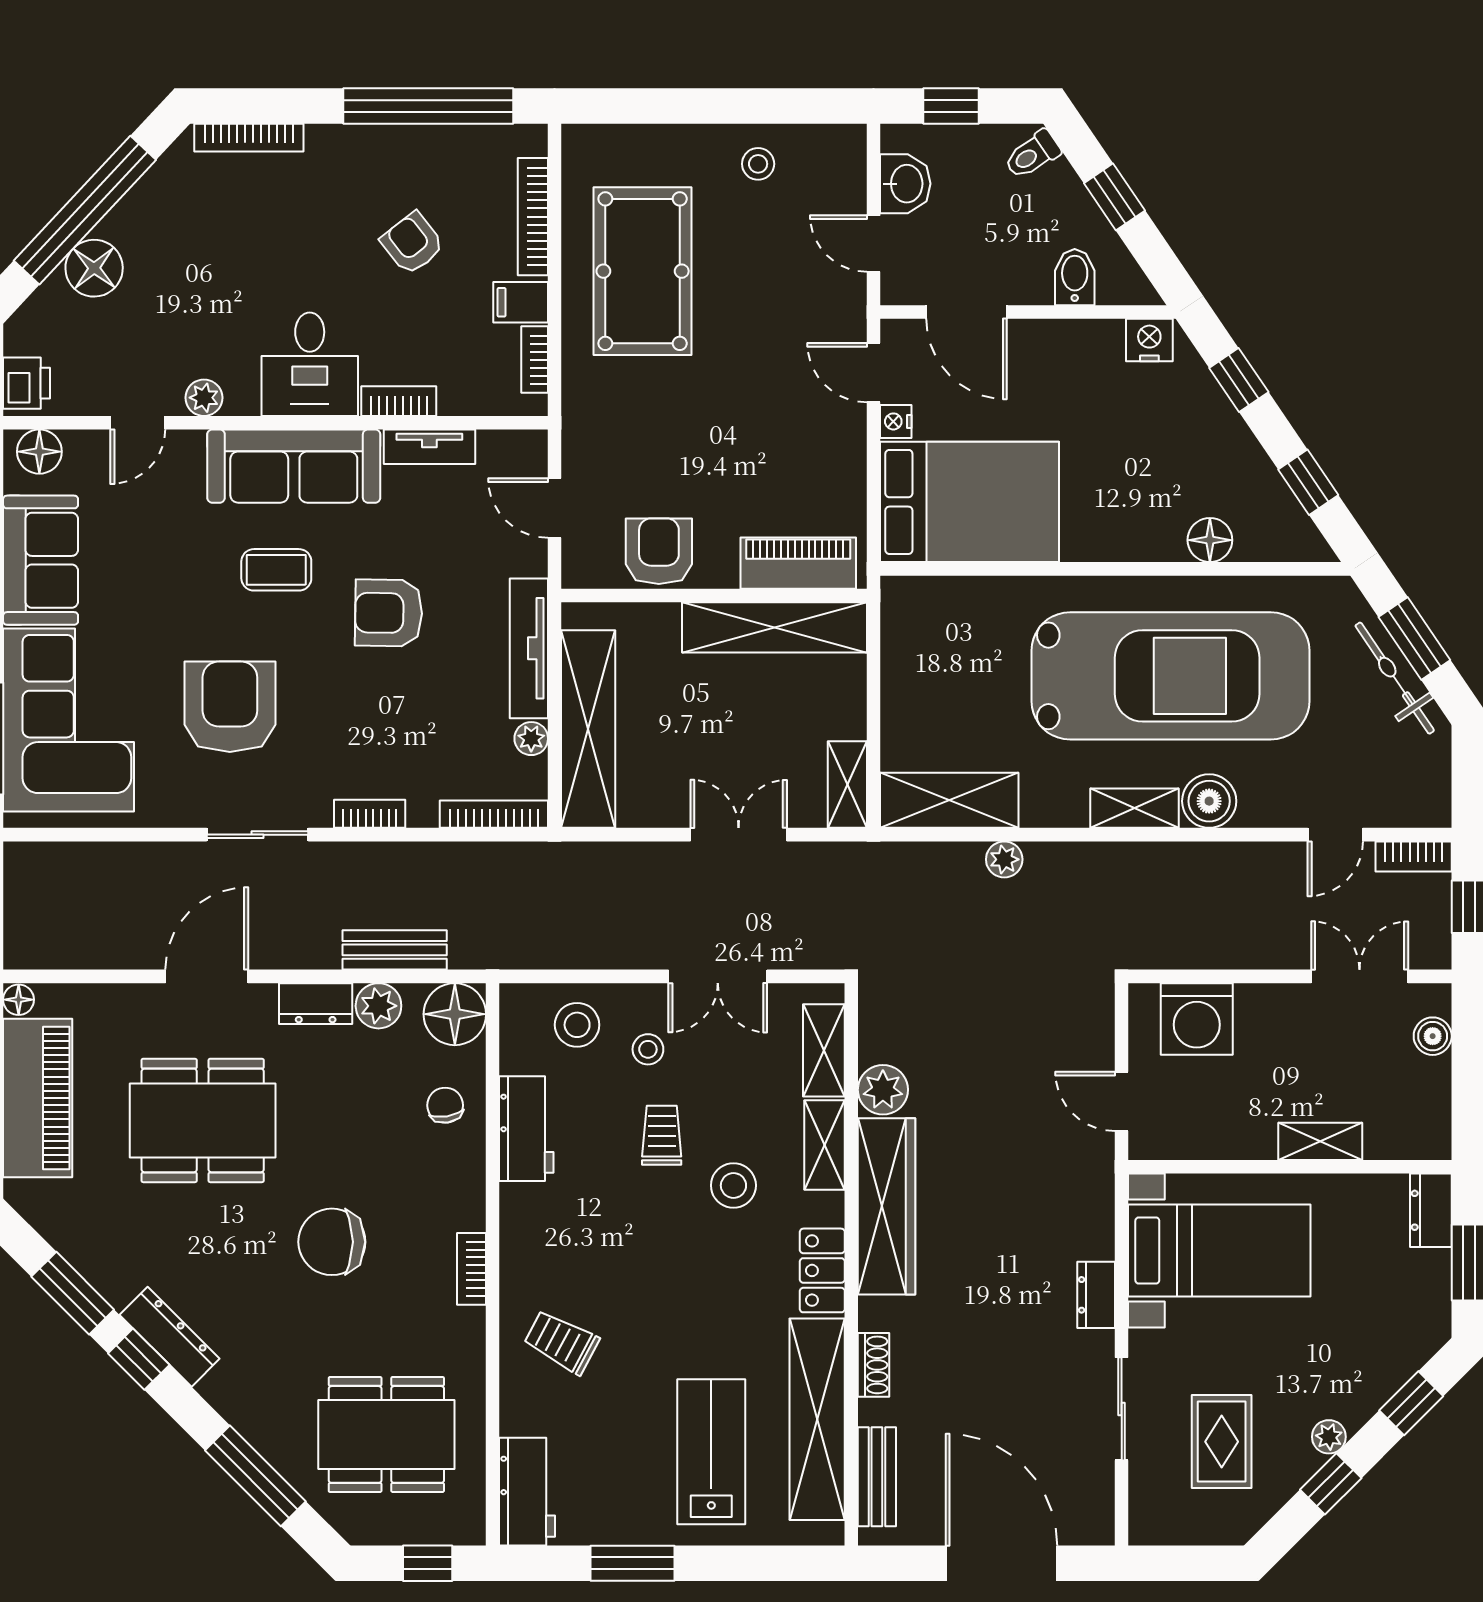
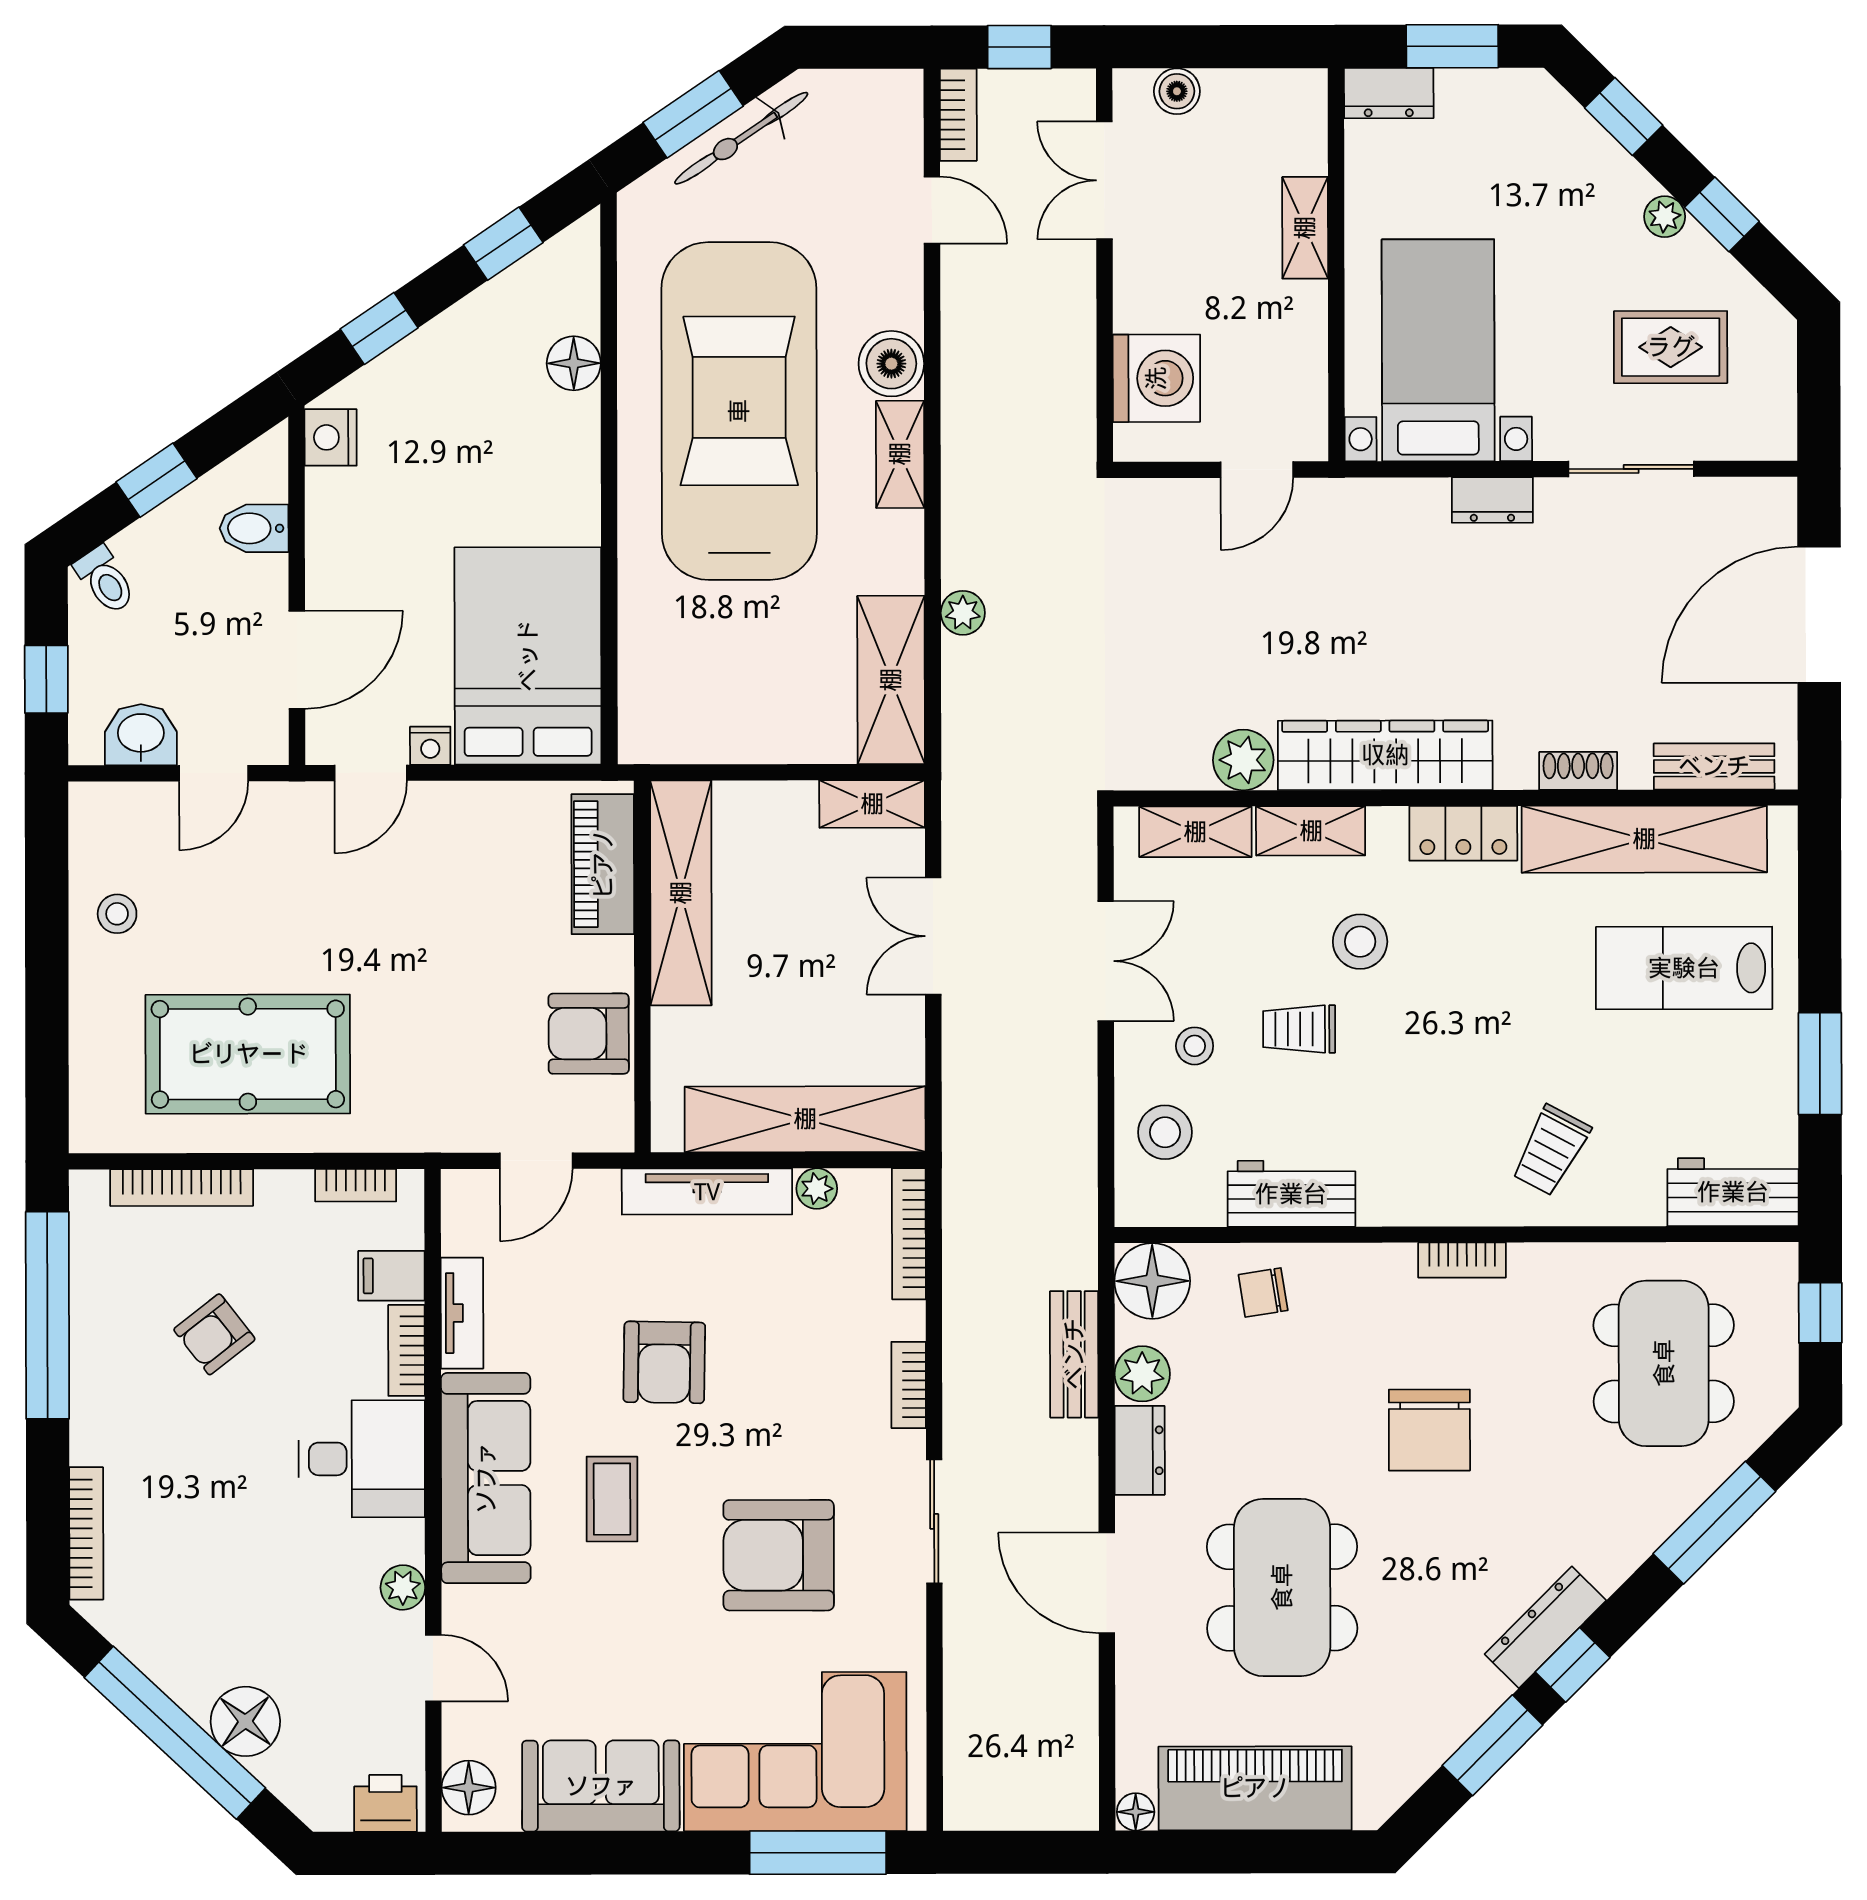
filing cabinet: (521, 302) -> (391, 1276), moved, turned 90

